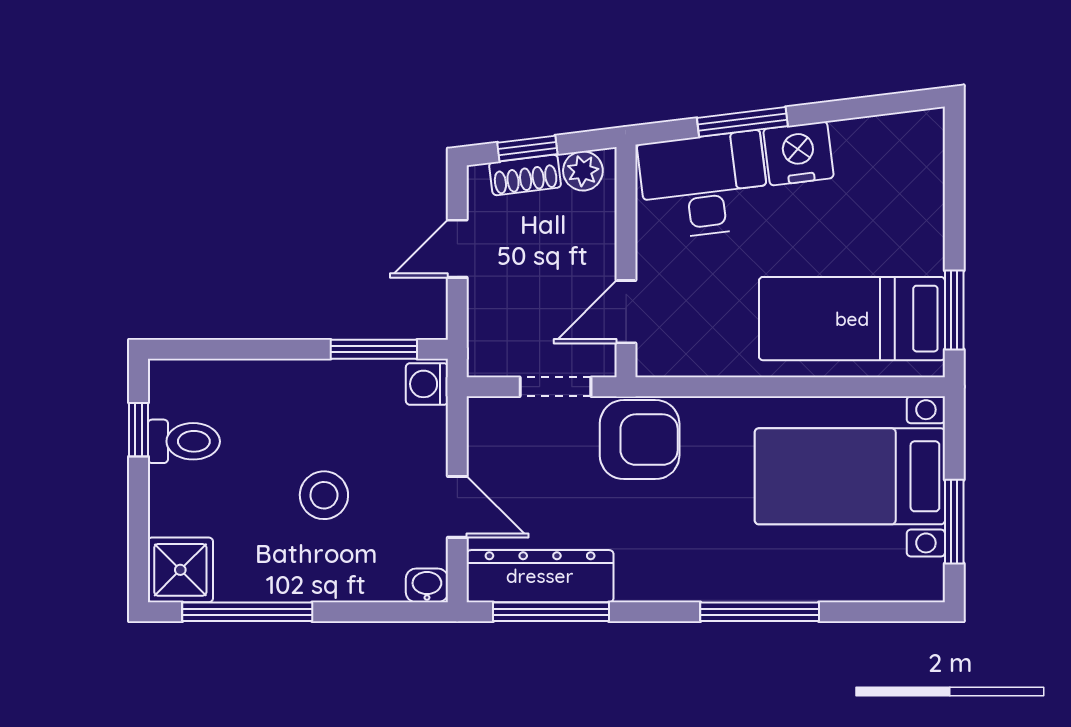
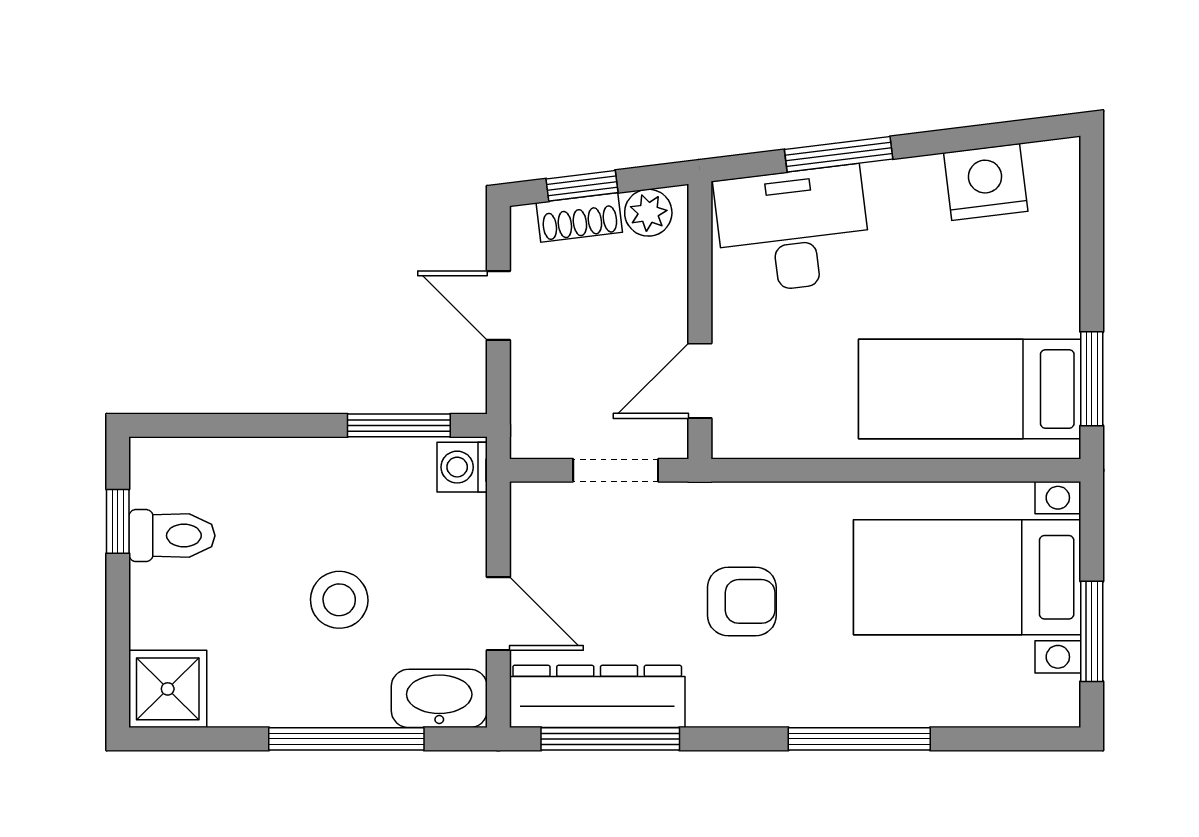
nightstand: (798, 153) -> (986, 182), moved
door: (457, 249) -> (498, 305), hinge flipped
armchair: (640, 440) -> (742, 601), moved, width x0.72, depth x0.72
washbasin: (427, 585) -> (439, 698), width x1.91, depth x1.45
window: (247, 612) -> (346, 739), moved

